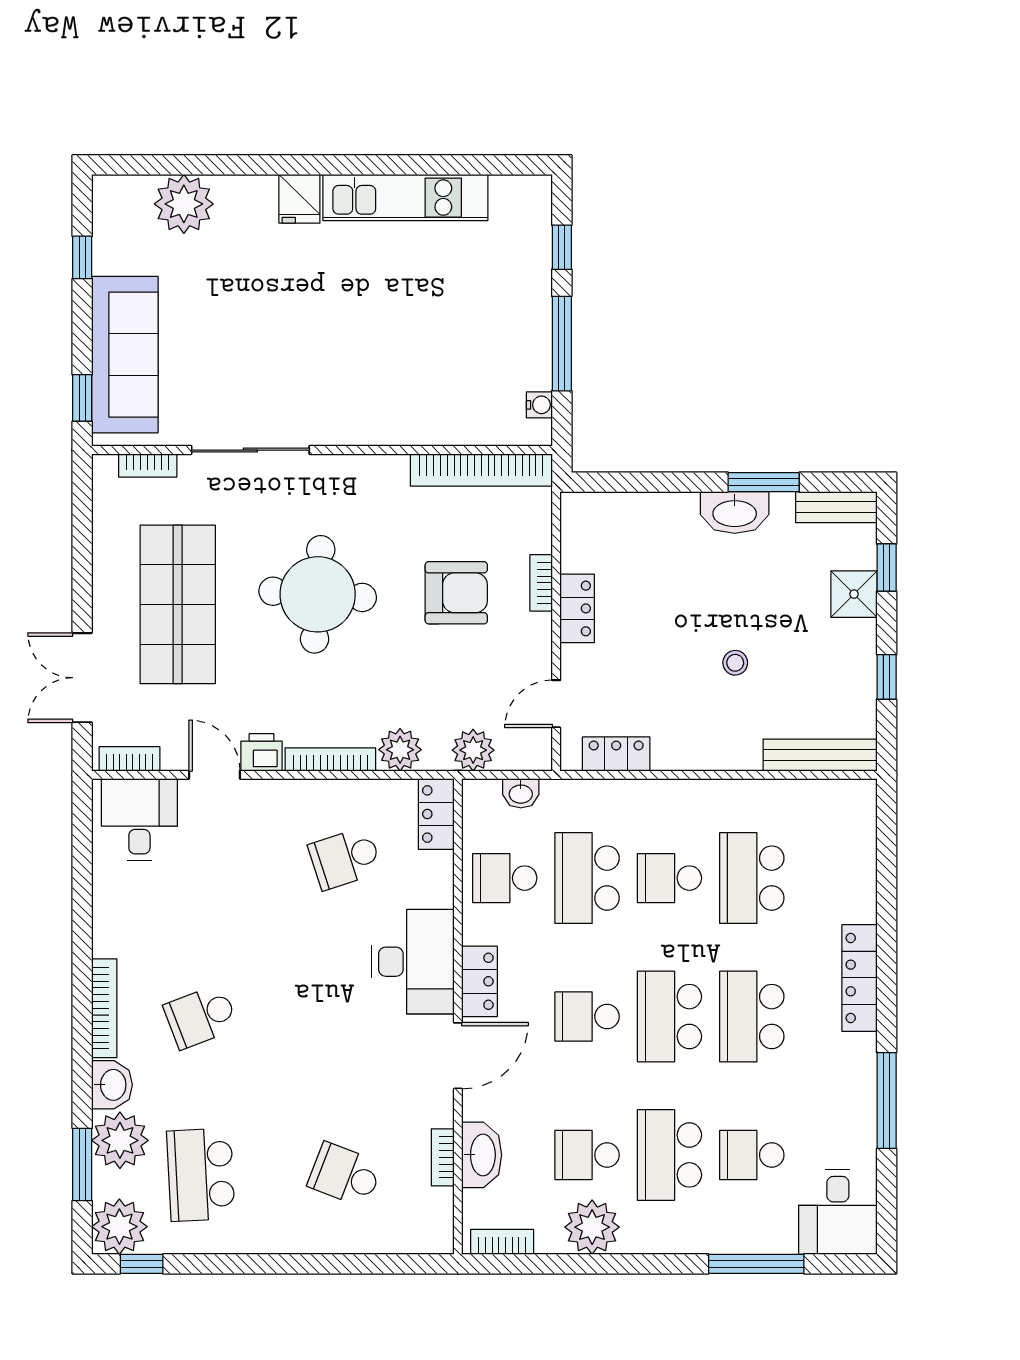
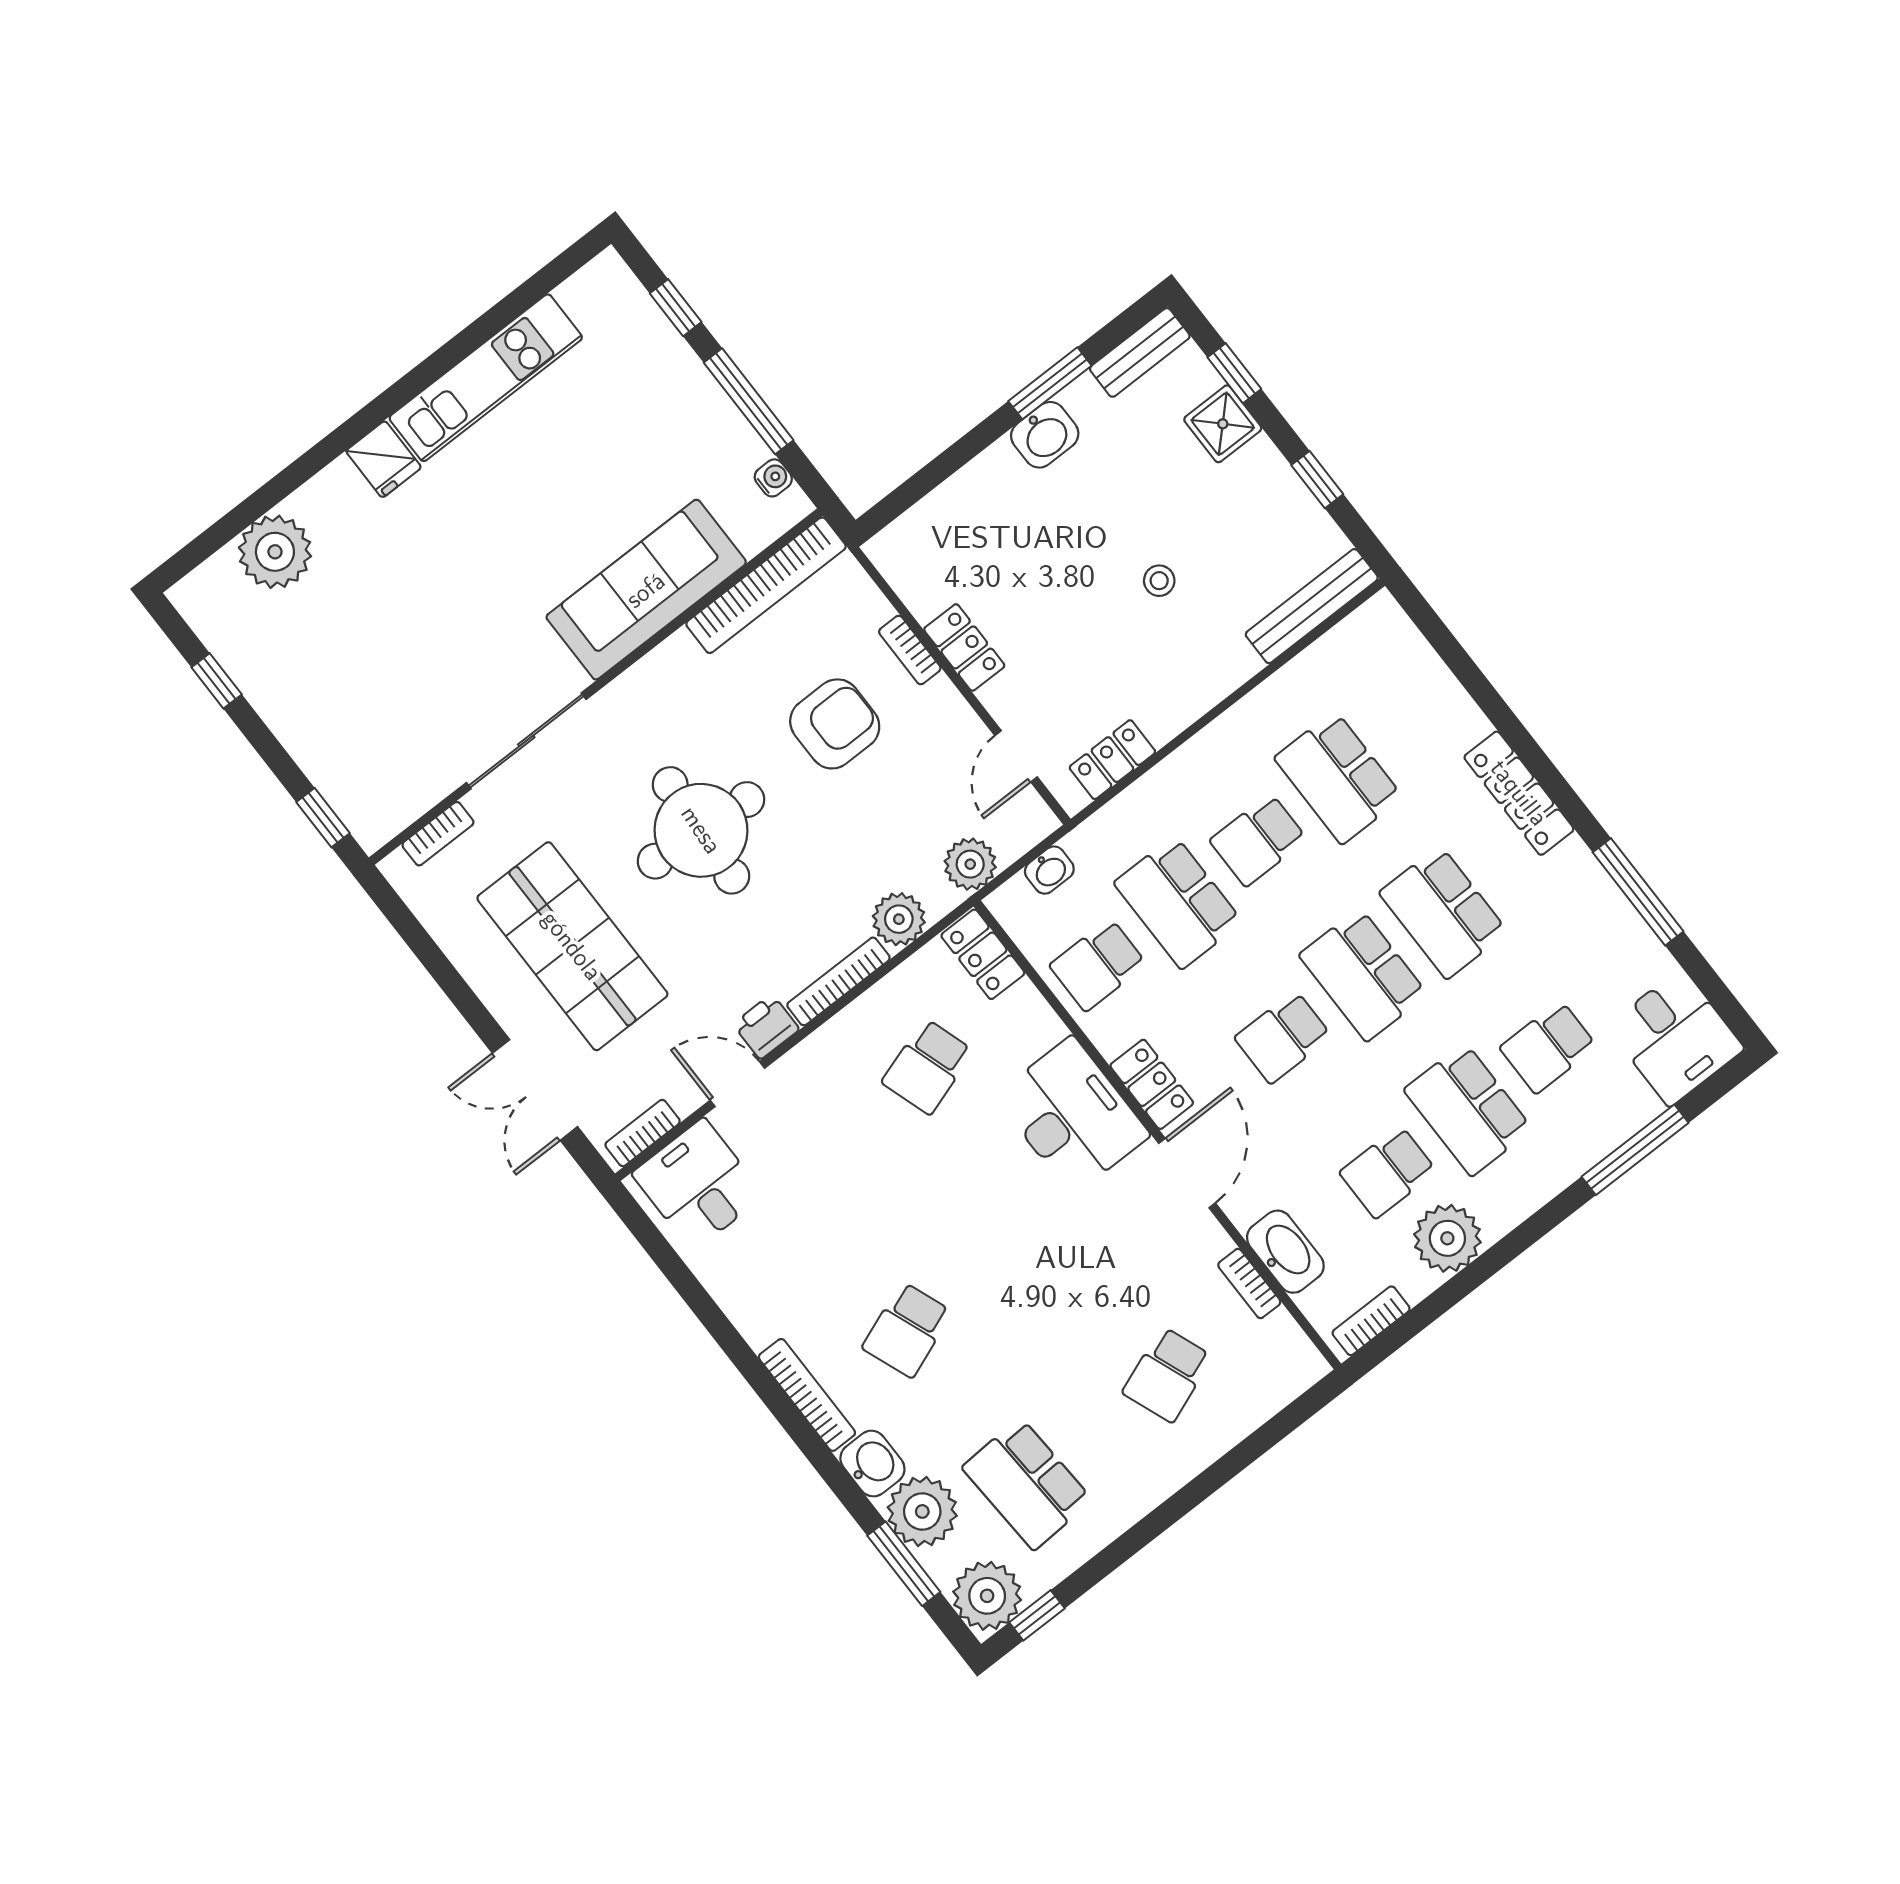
sofa: (125, 355) -> (646, 590), moved, turned -90
washbasin: (735, 512) -> (1045, 435), width x0.72
school desk: (345, 1175) -> (1167, 1375), turned -42

